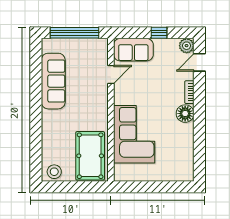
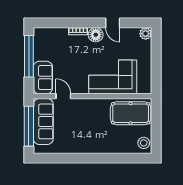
window: (159, 33) -> (29, 56), width x3.17
plant: (187, 46) -> (146, 34), moved
door: (199, 62) -> (113, 23), moved
sofa: (53, 81) -> (43, 121), moved, turned 90

